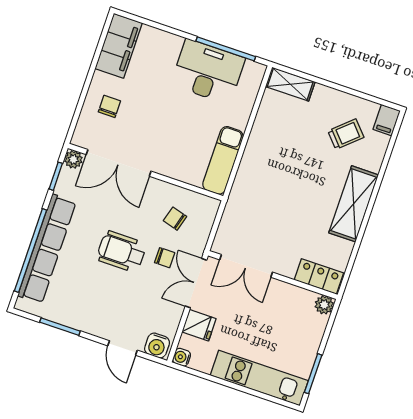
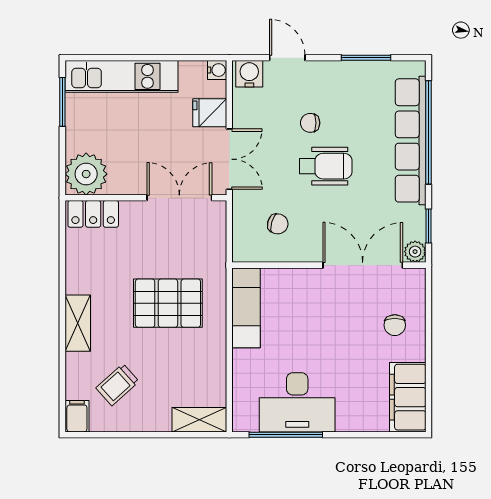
pallet: (284, 185) -> (168, 303), added
shelving: (354, 204) -> (78, 323), width x0.67, depth x0.75
chair: (165, 258) -> (310, 123), moved
plant: (324, 305) -> (86, 174), width x1.88, depth x1.88

